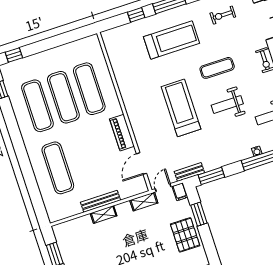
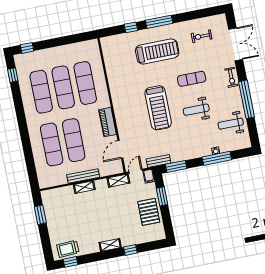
treadmill: (181, 108) -> (158, 108), turned 180
exercise mat: (84, 159) -> (74, 140), added

